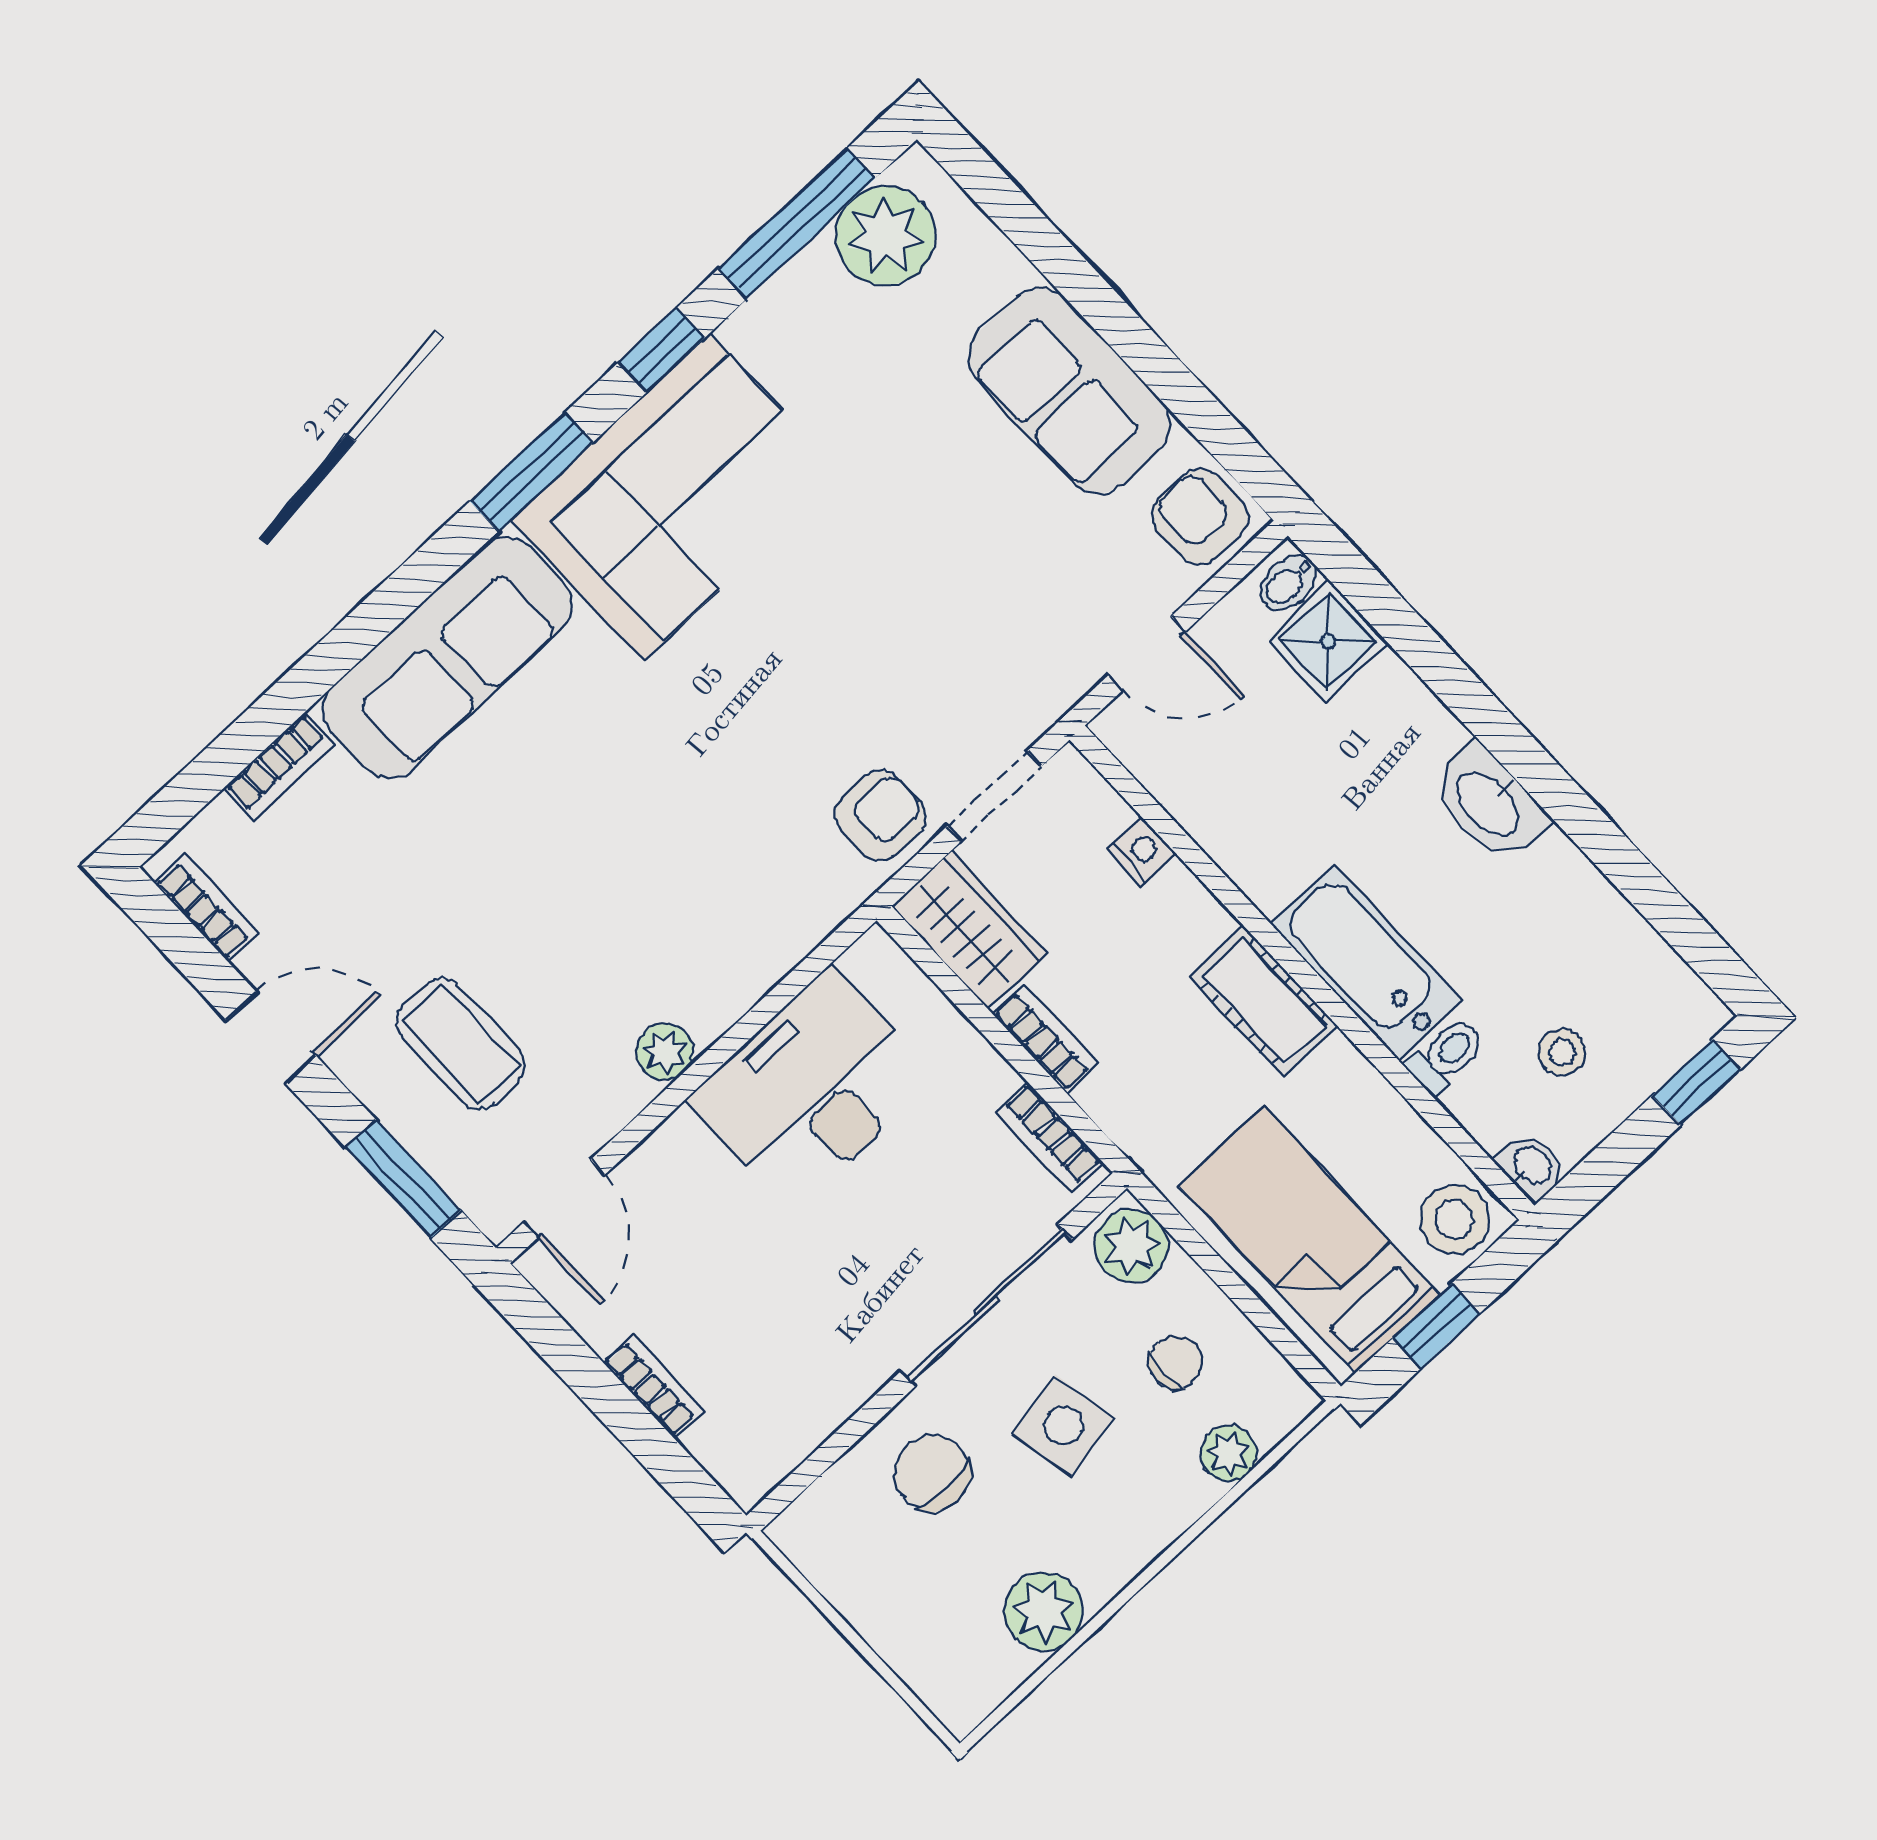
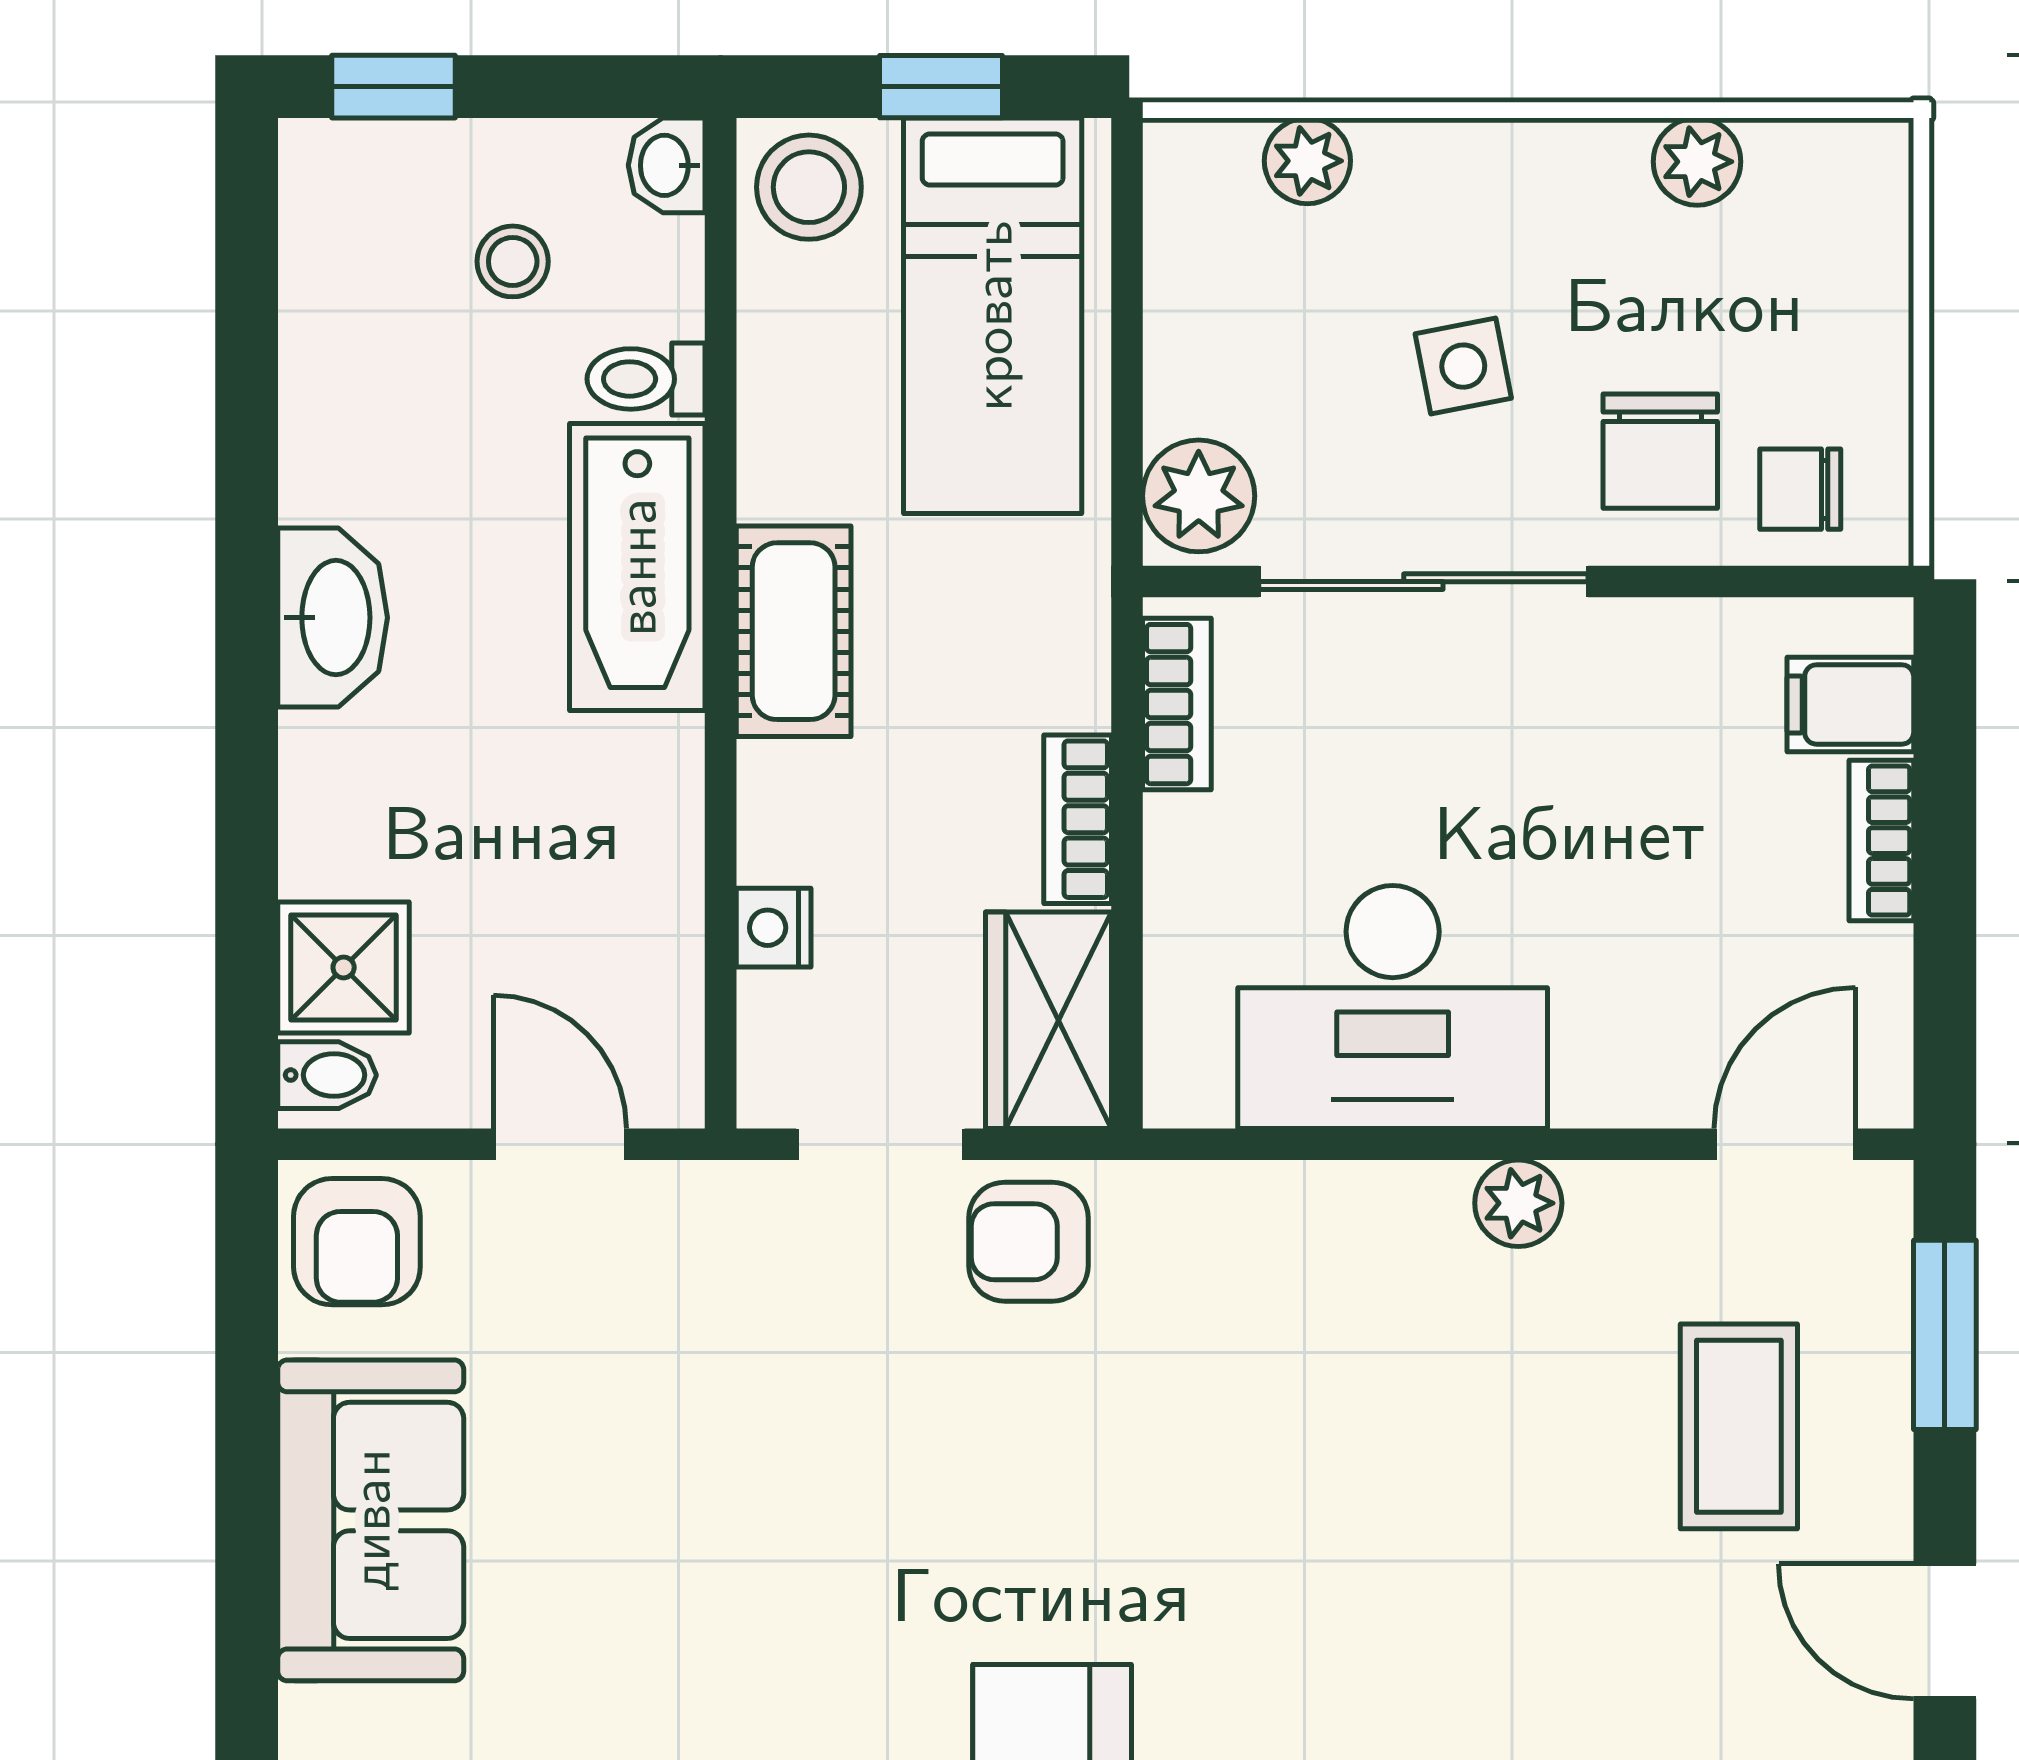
chair: (1175, 1362) -> (1800, 489), moved
side table: (1063, 1426) -> (1463, 366), width x0.73, depth x0.73
filing cabinet: (729, 1437) -> (1850, 704), added
plant: (1044, 1612) -> (1697, 162), width x0.73, depth x0.73

